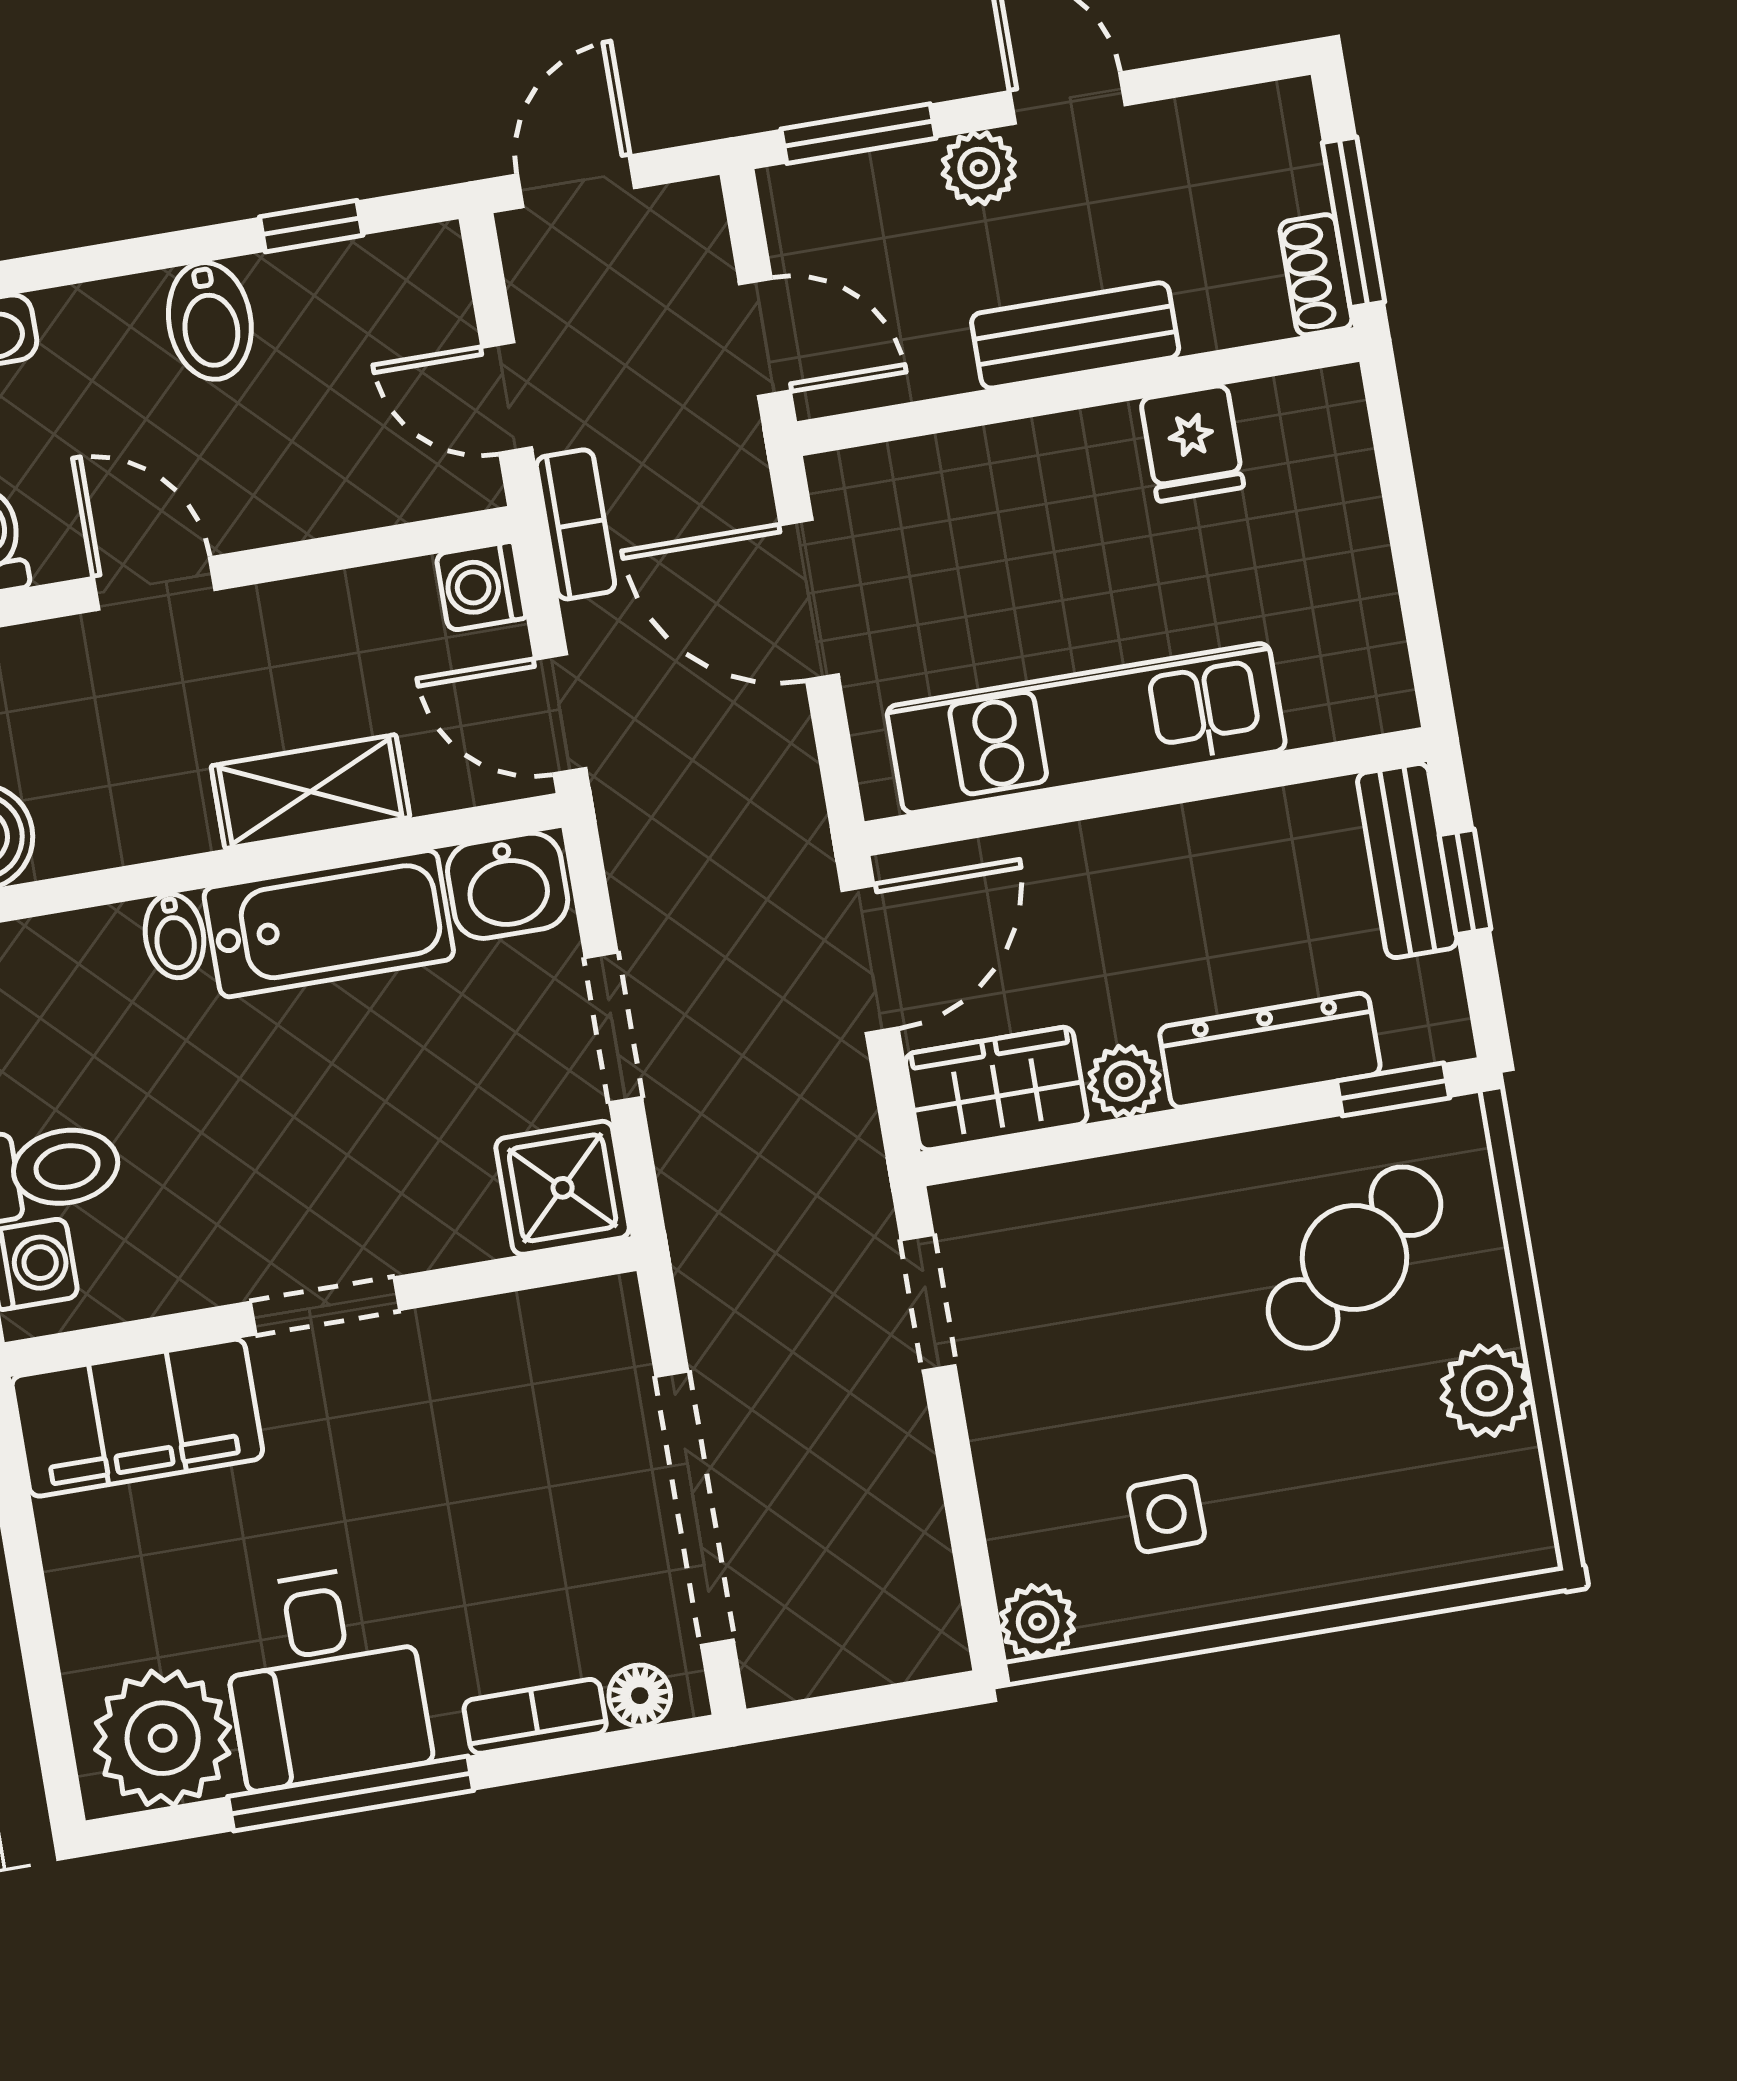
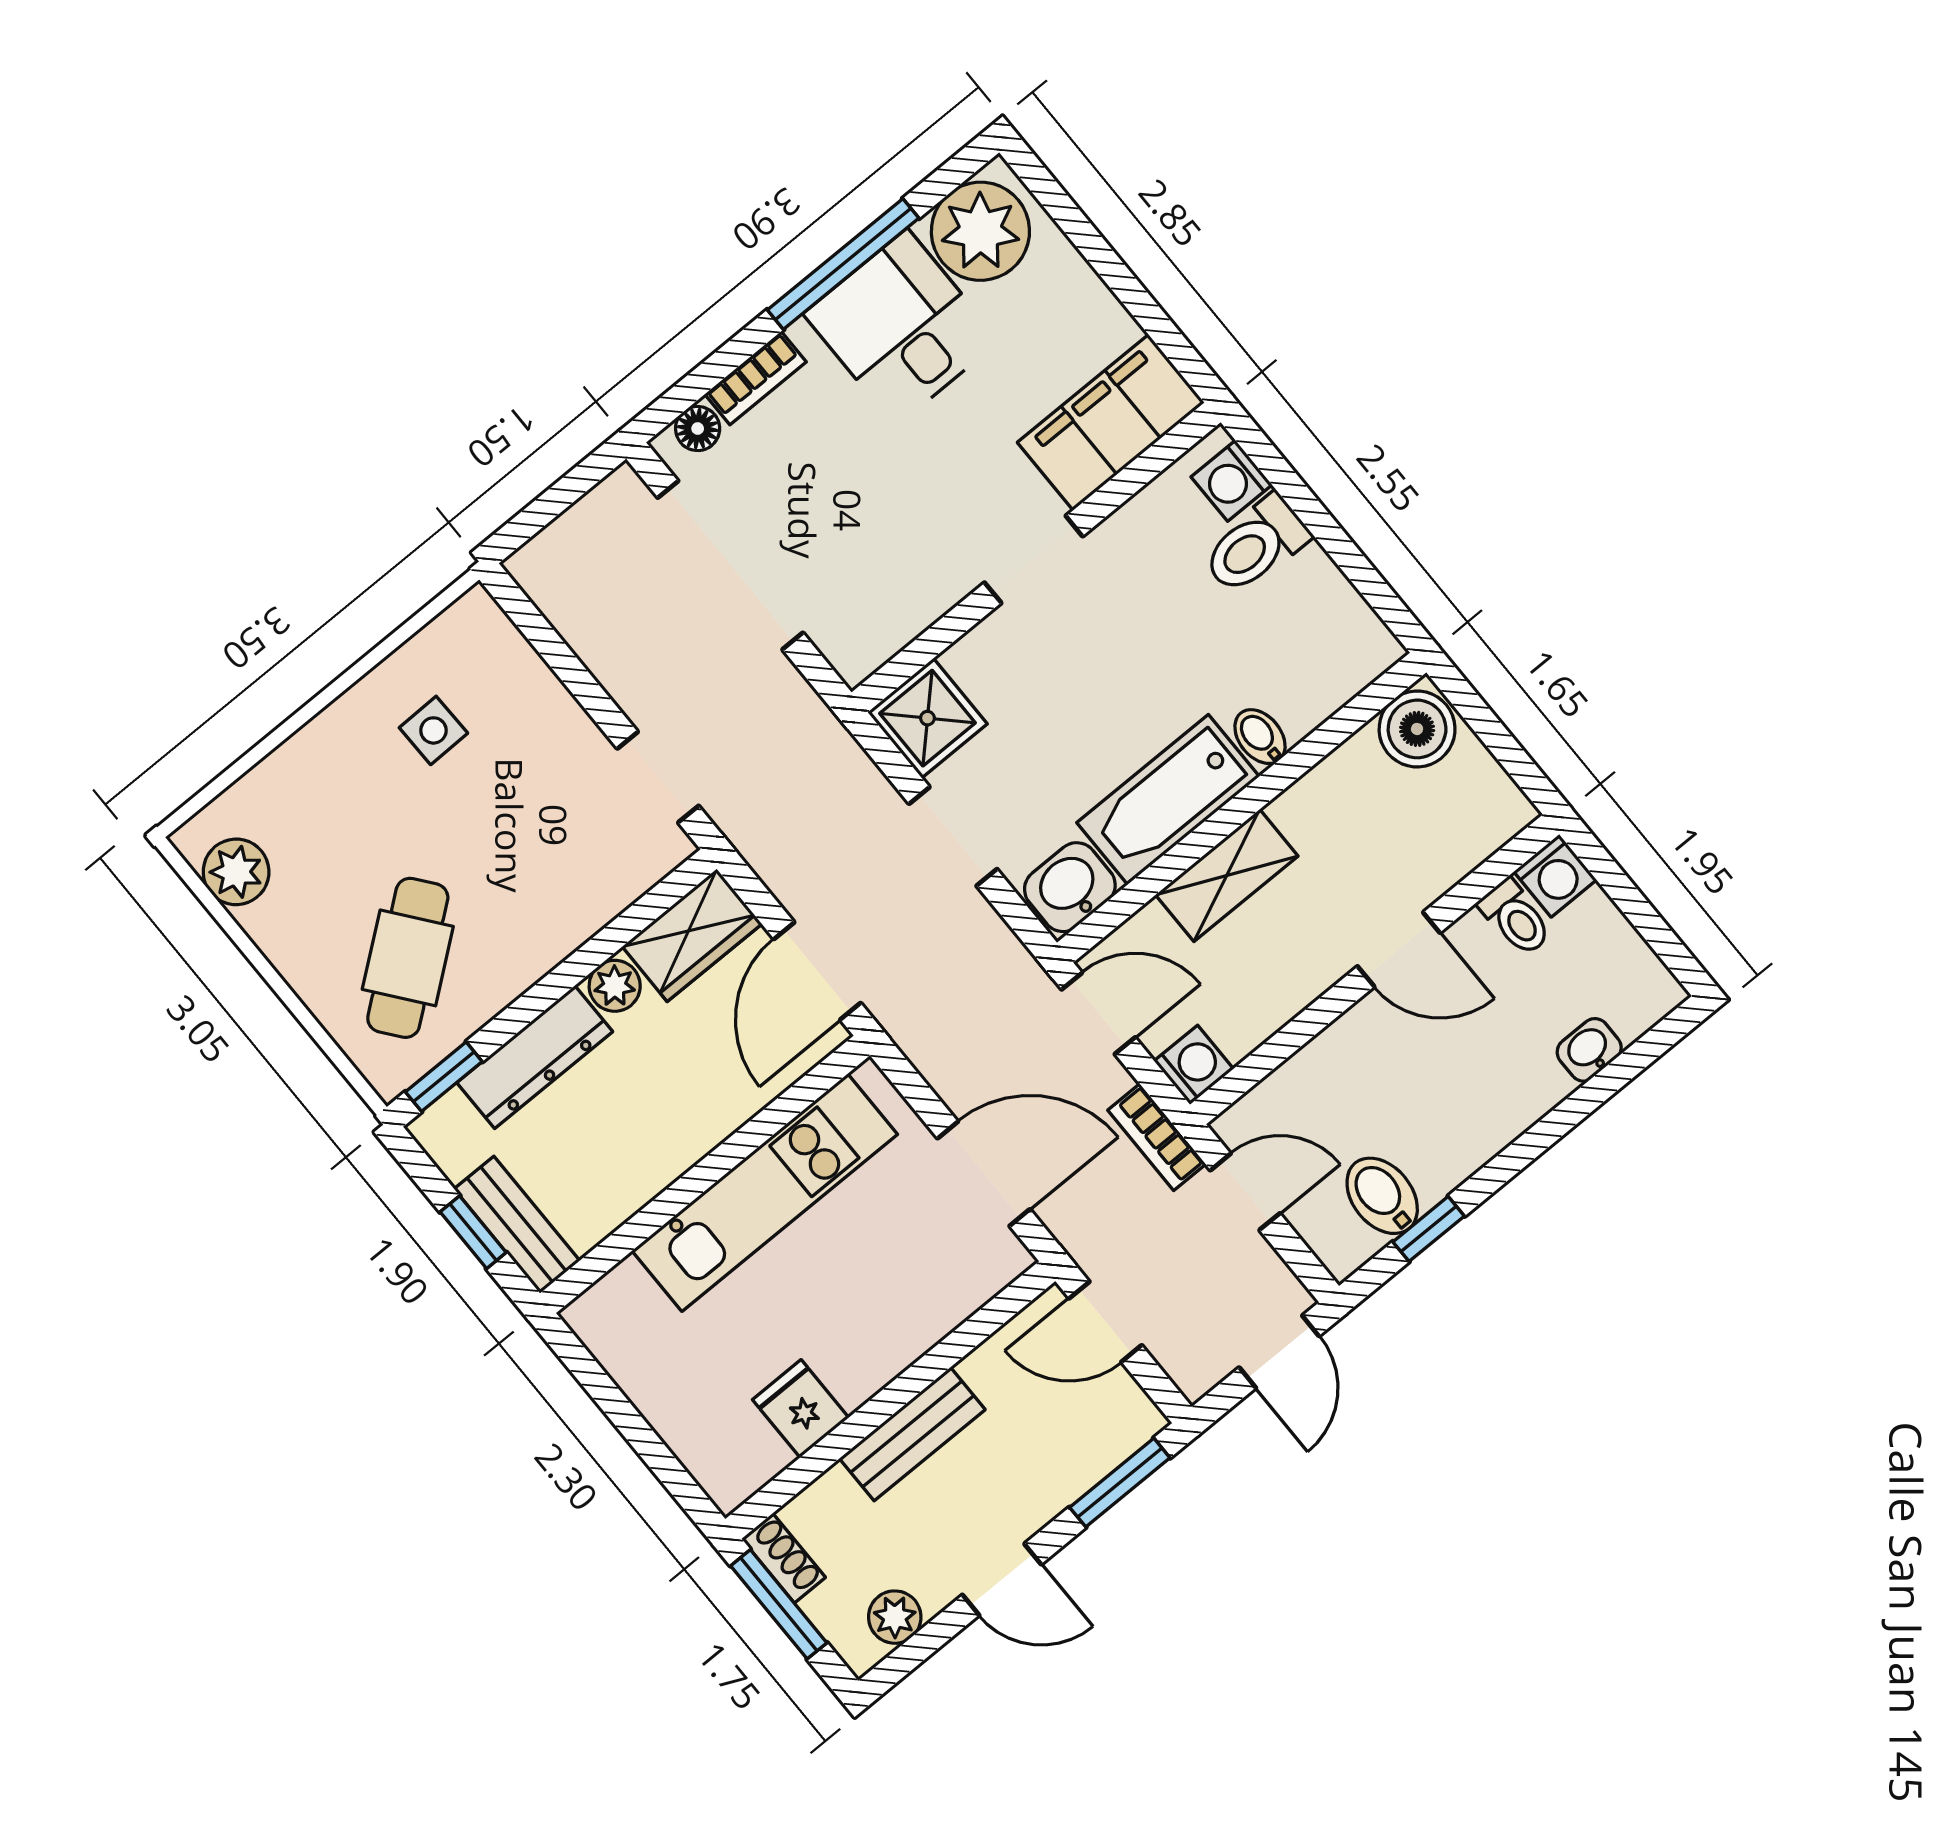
plant: (979, 168) -> (895, 1617), moved
bidet: (210, 321) -> (1382, 1196), moved
plant: (1487, 1391) -> (236, 872), moved
plant: (1038, 1622) -> (475, 617), removed

